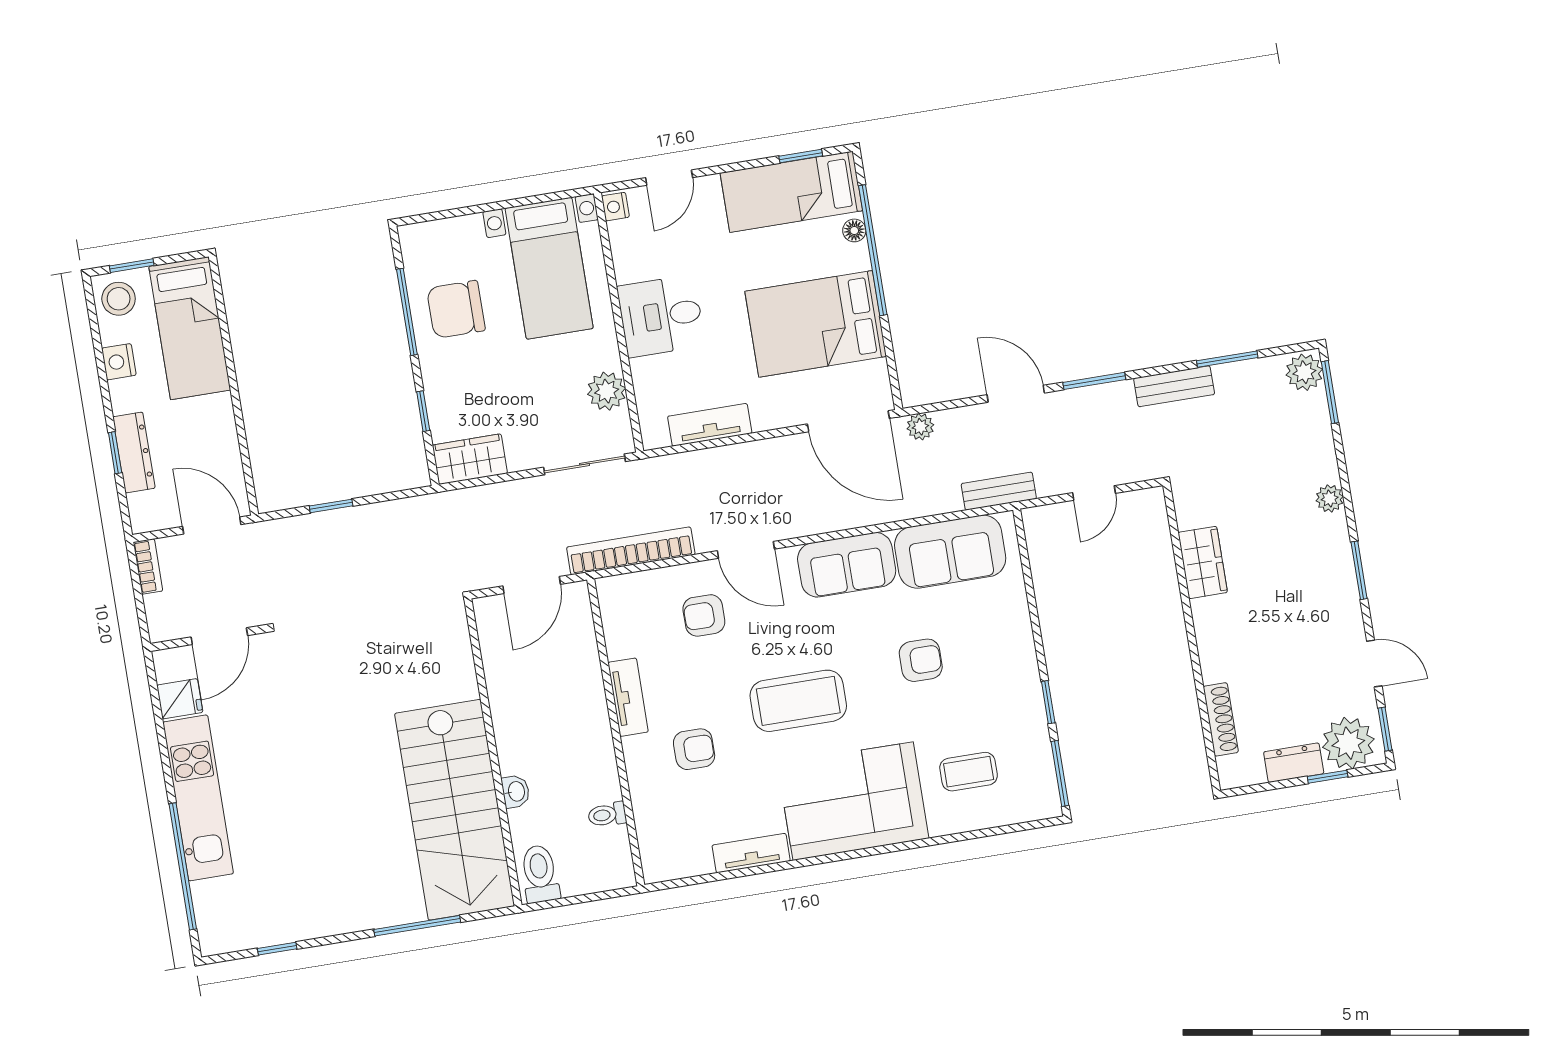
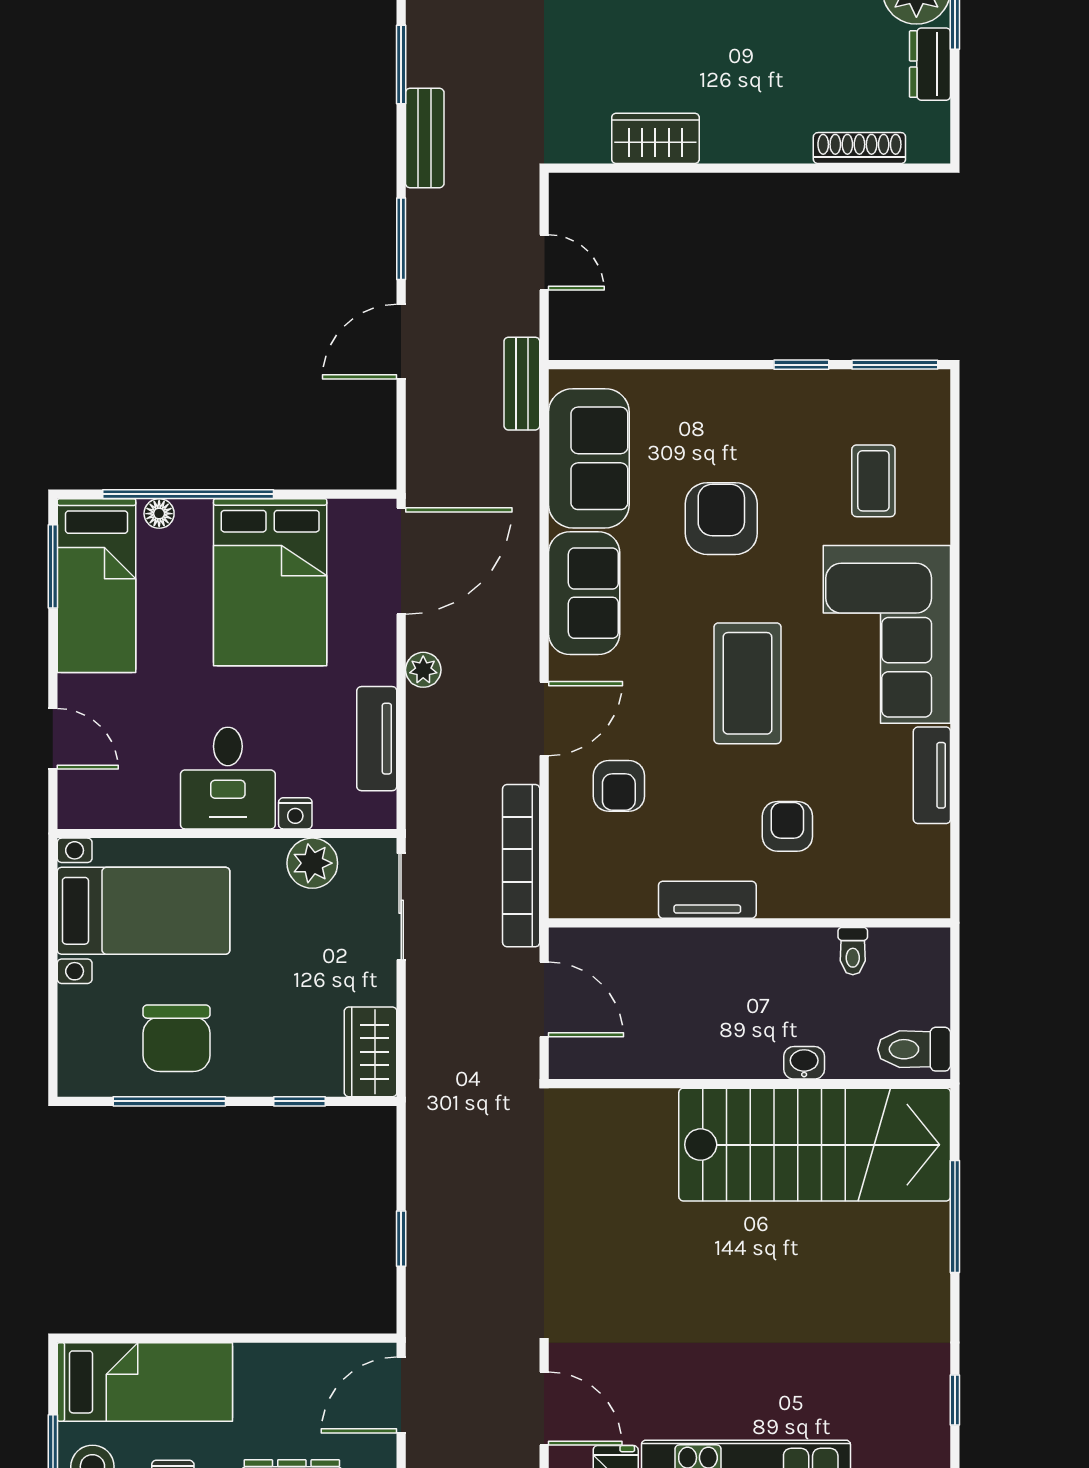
window: (801, 156) -> (53, 566), width x1.50
nightstand: (615, 207) -> (295, 813), moved
plant: (920, 427) -> (423, 670), moved
armchair: (921, 660) -> (721, 519), width x1.38, depth x1.38

